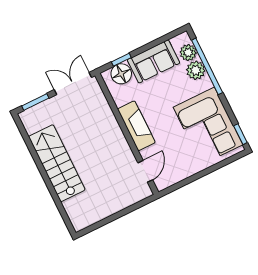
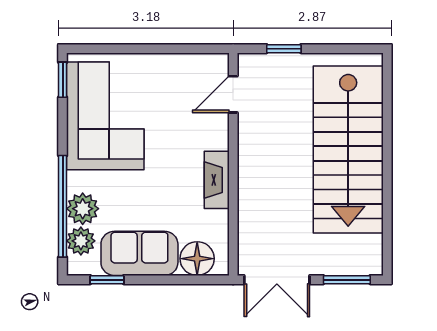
window: (121, 60) -> (107, 280), moved
fireplace: (136, 126) -> (217, 180), width x0.73, depth x0.76
stairs: (57, 163) -> (348, 150), width x1.36, depth x1.51
window: (130, 209) -> (284, 49), added

